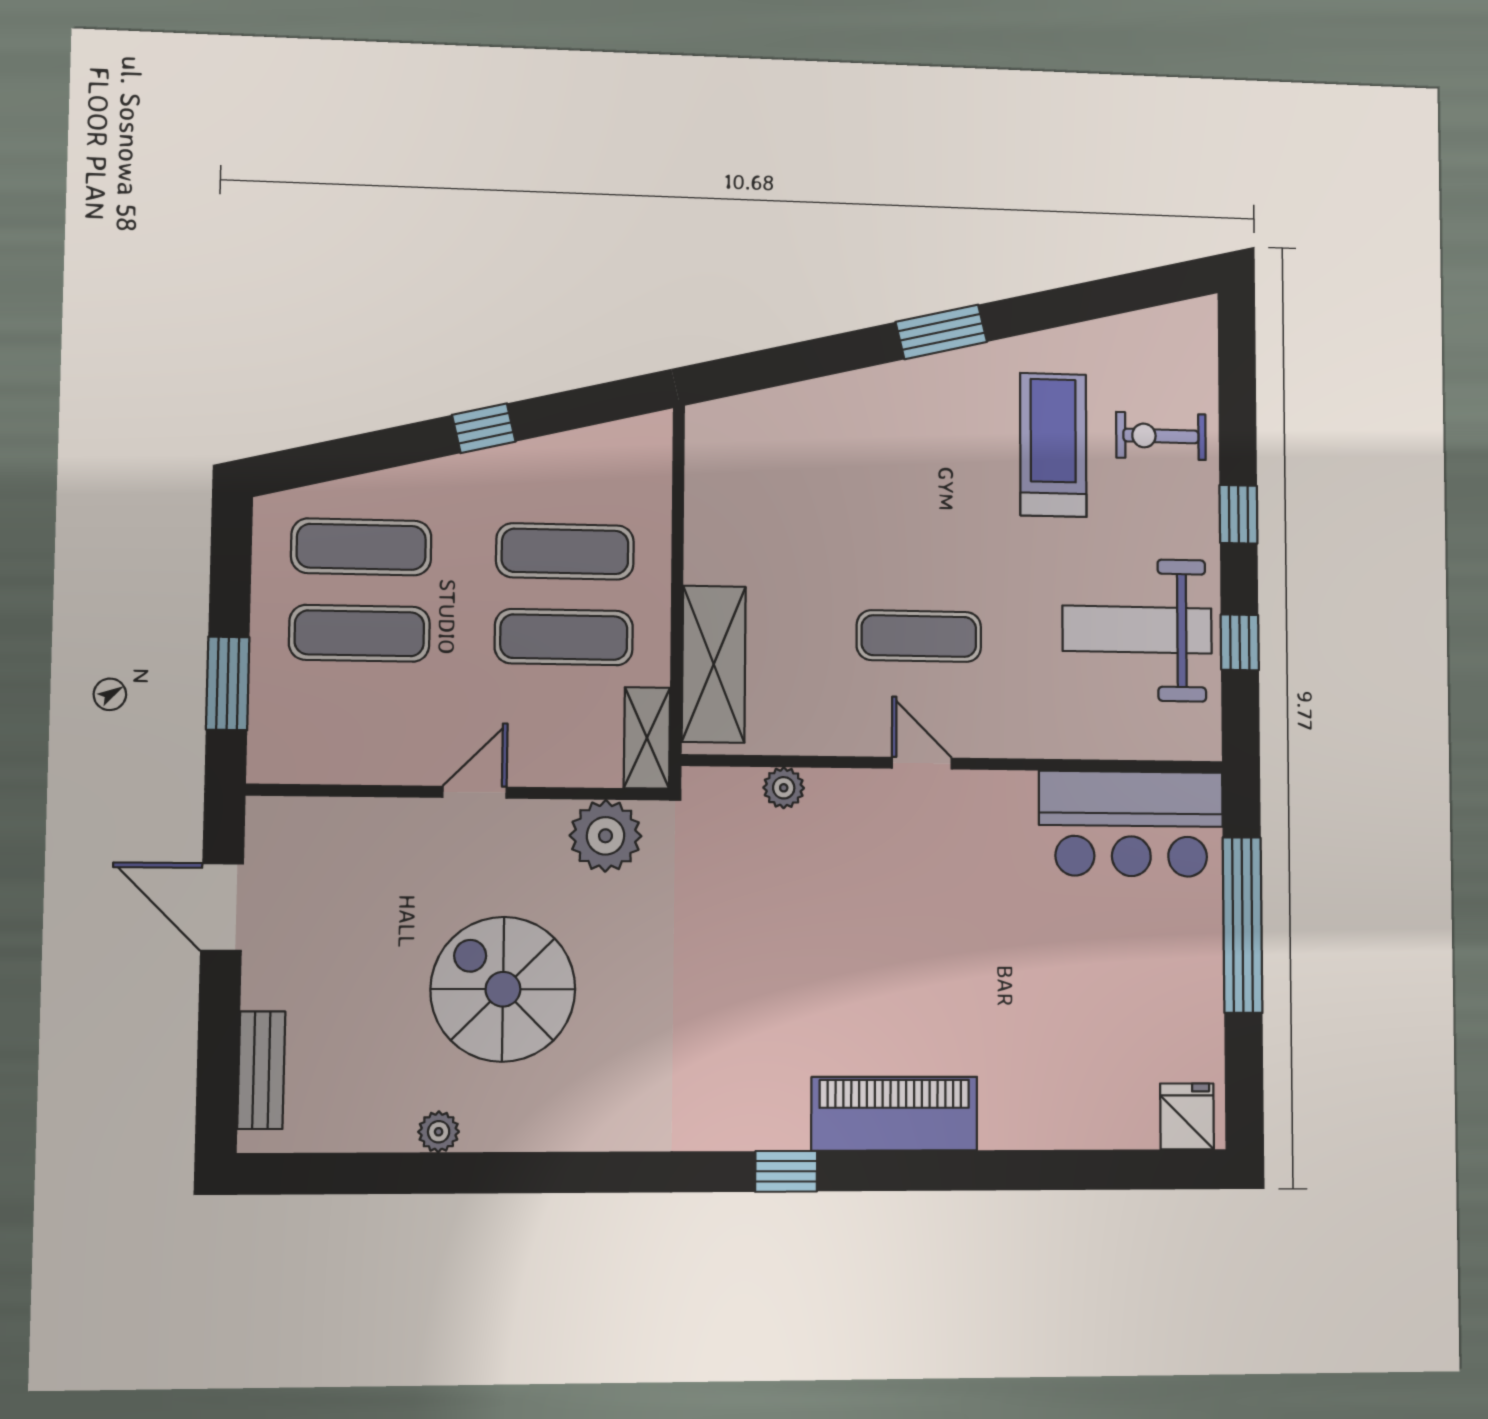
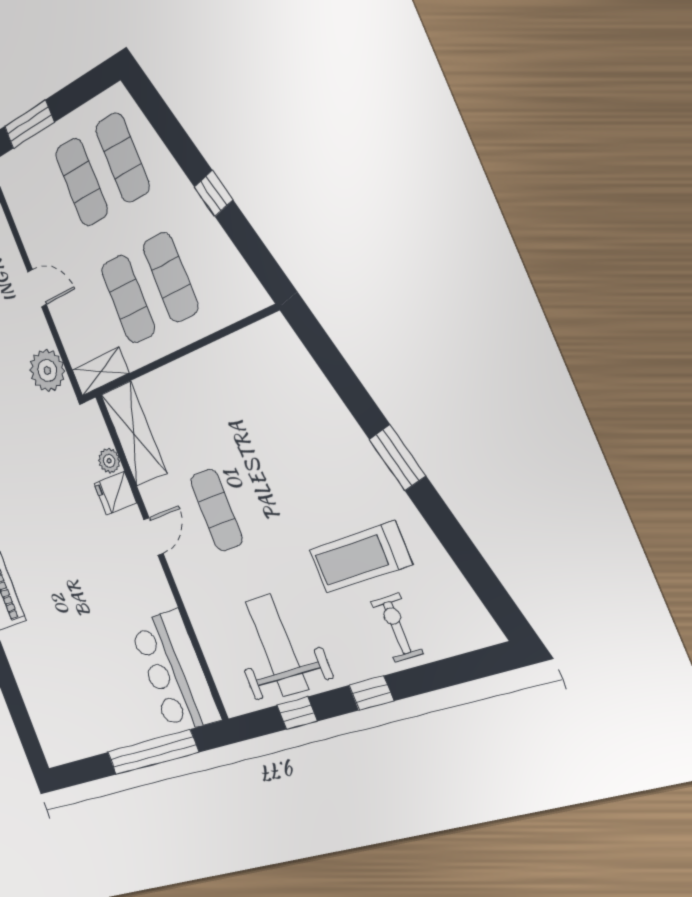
treadmill: (1053, 445) -> (360, 557), turned 180
shelving: (714, 664) -> (134, 434), moved, turned 90
fridge: (1187, 1116) -> (115, 493), moved, turned 180

